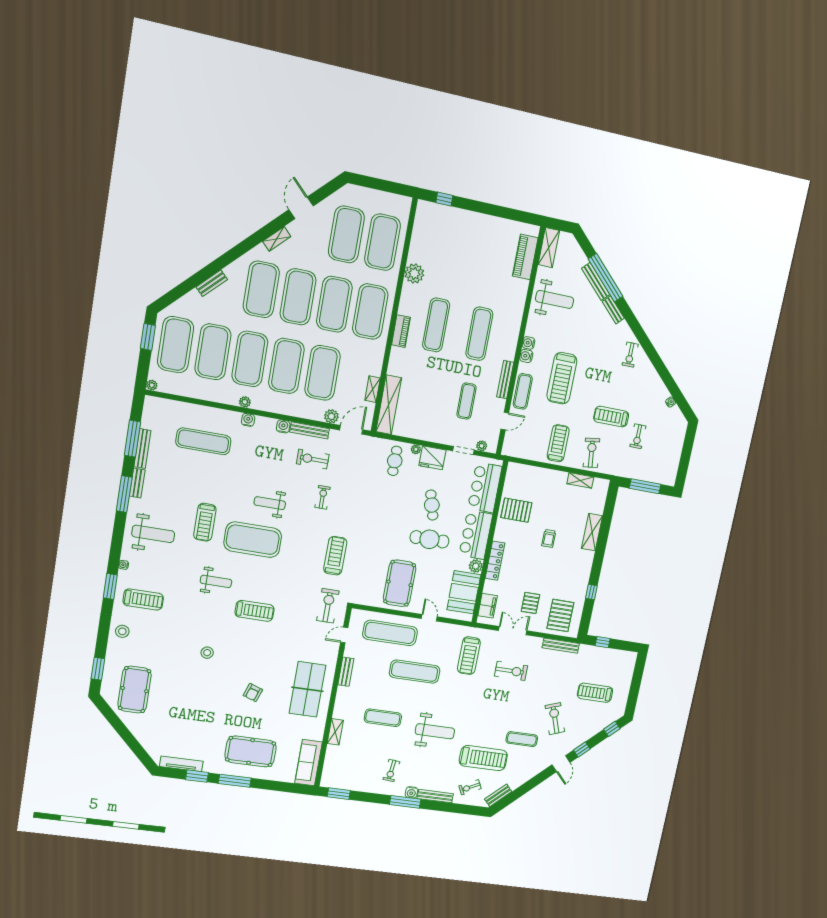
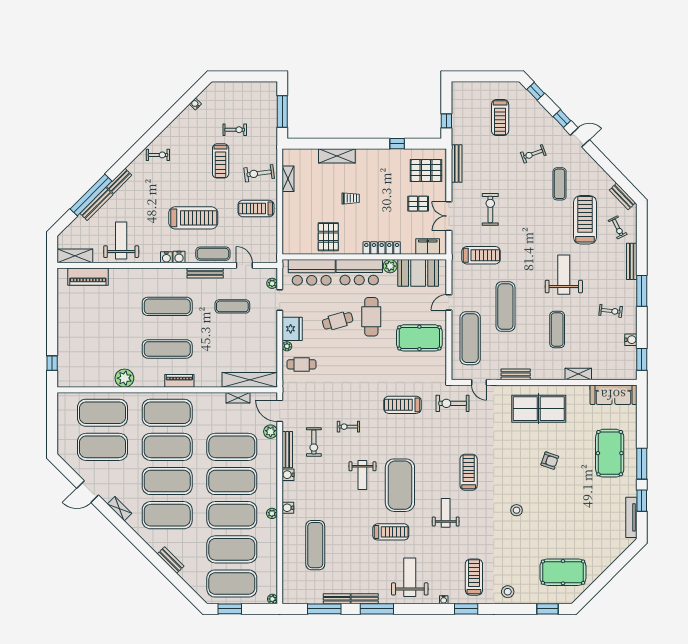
bench: (142, 449) -> (337, 599), width x0.73
exercise bike: (555, 719) -> (533, 154), width x0.73, depth x0.72
water cooler: (411, 792) -> (631, 340), moved

